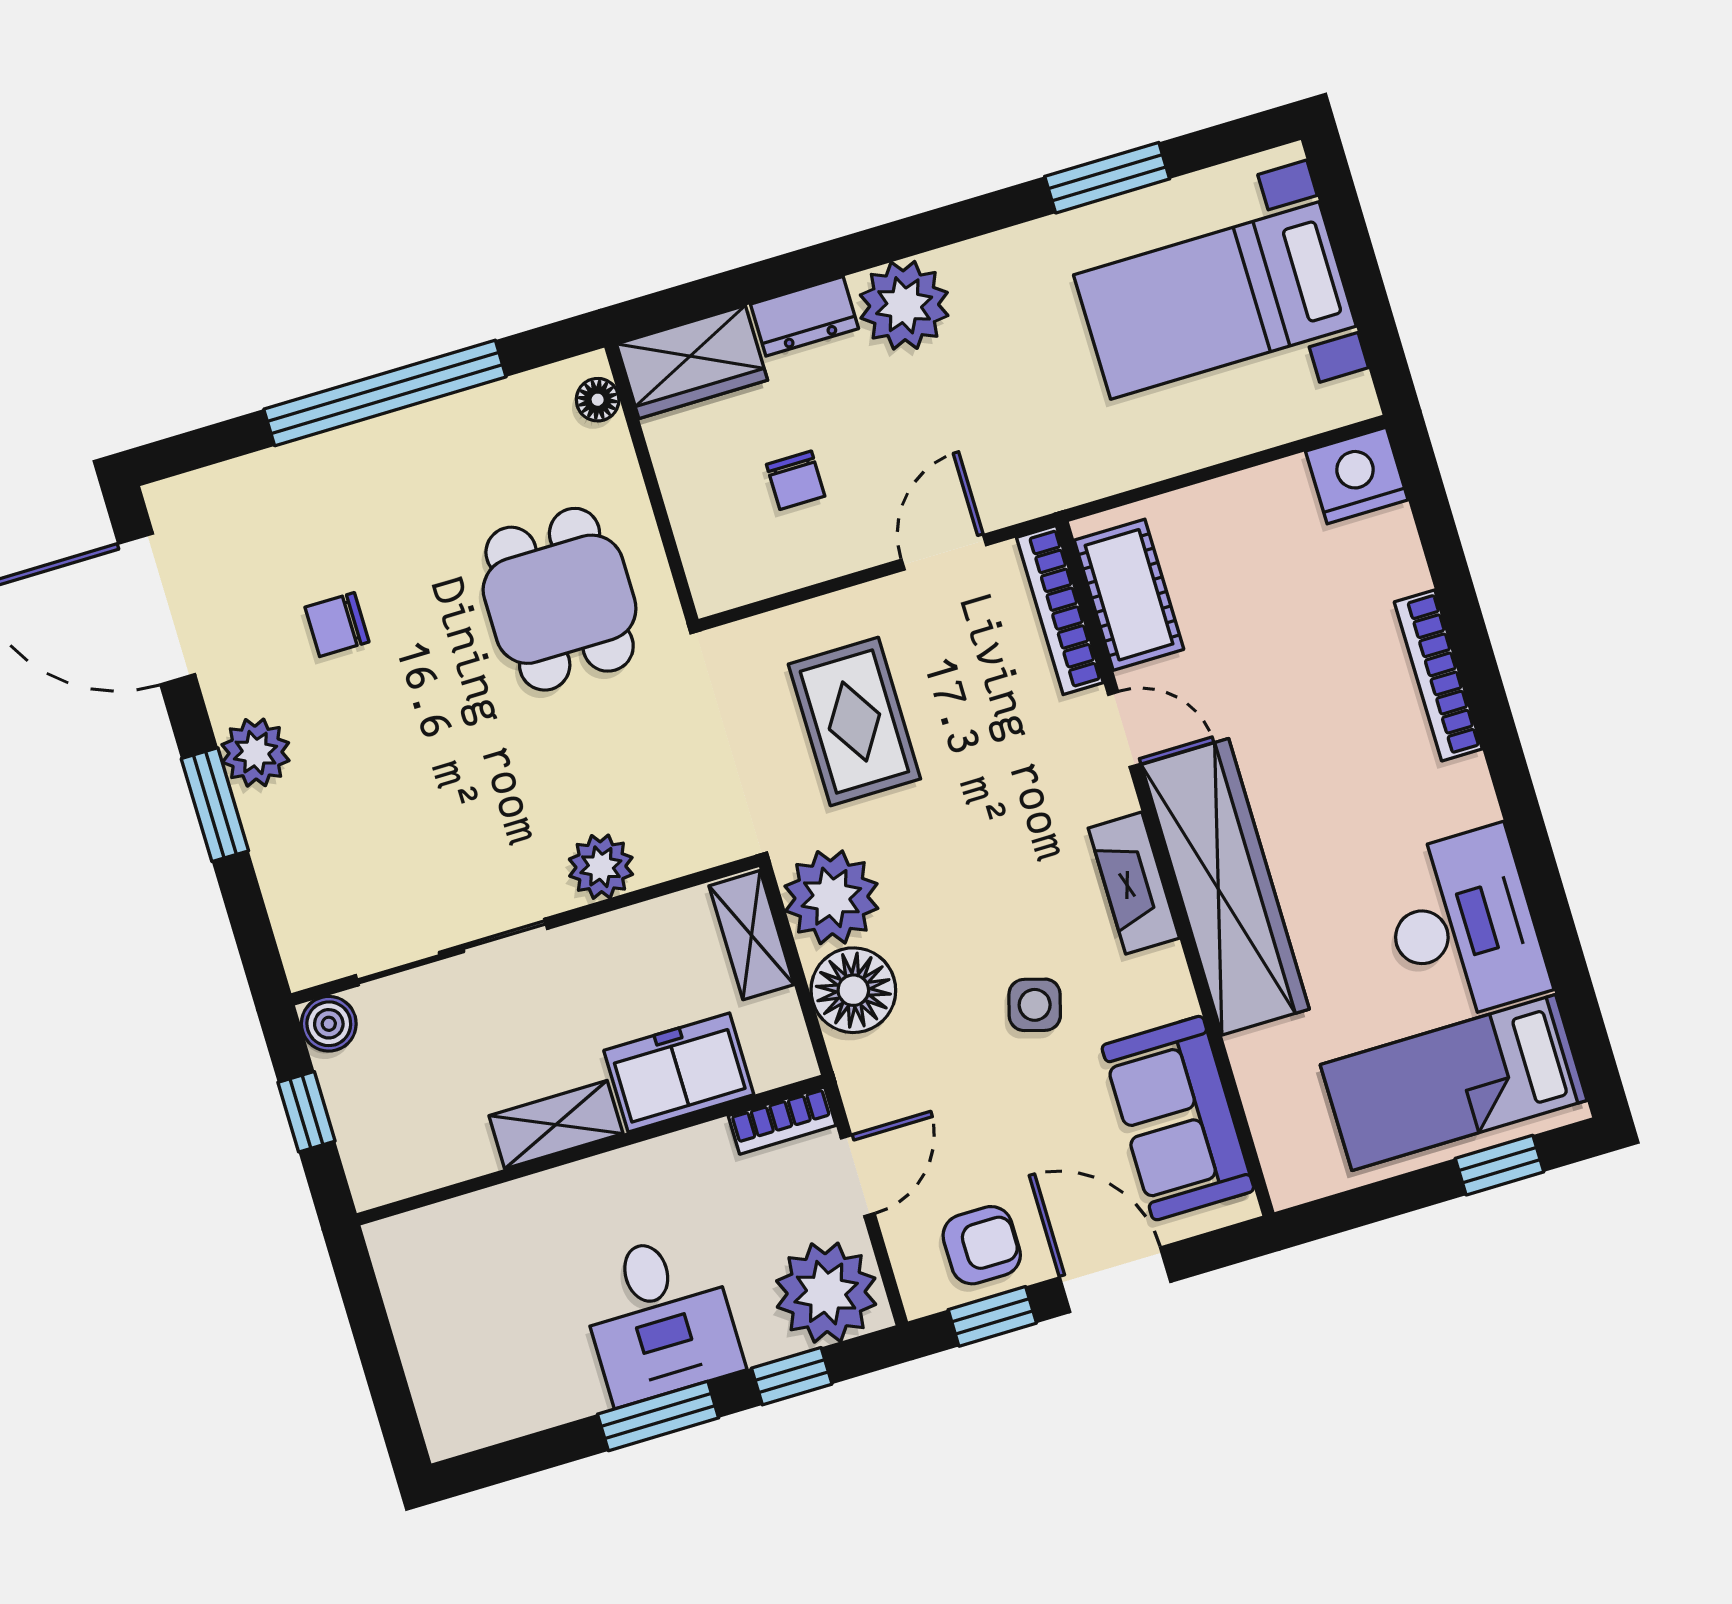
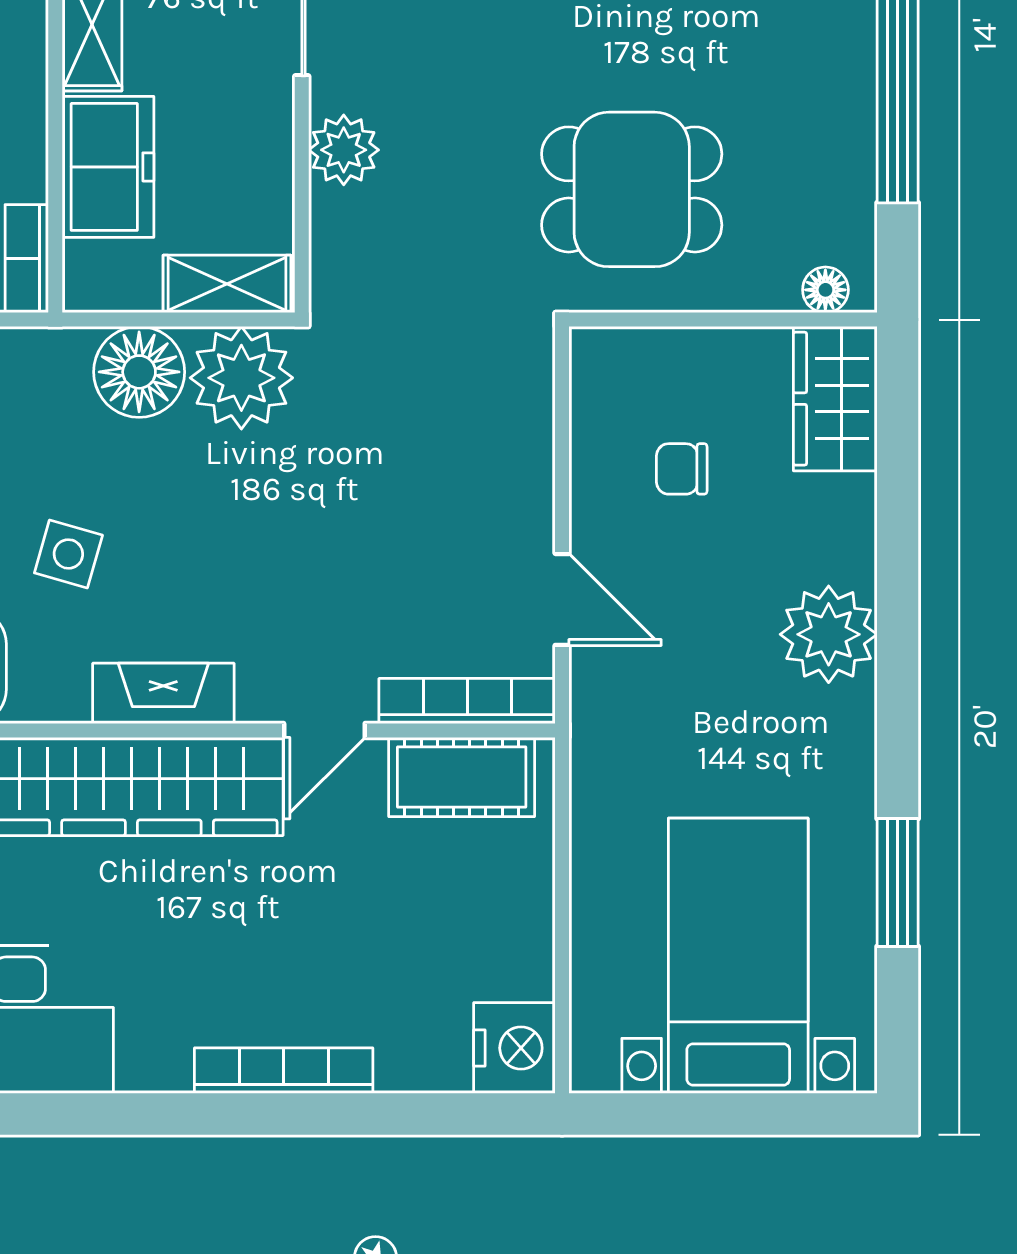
dresser: (804, 316) -> (848, 528), removed
rug: (854, 722) -> (415, 455), removed

